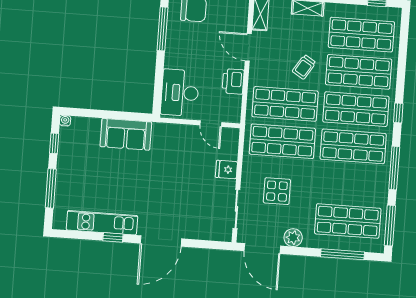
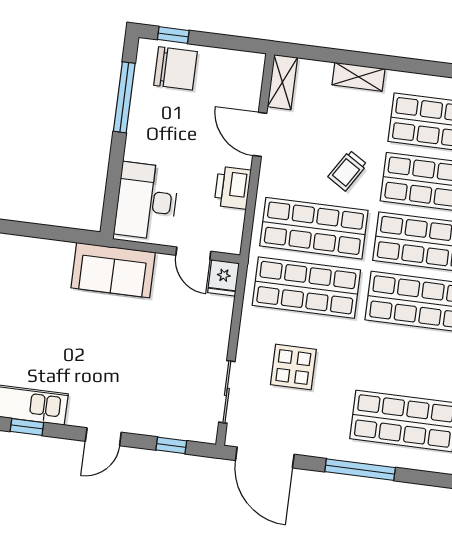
sofa: (126, 134) -> (113, 270), moved
fridge: (226, 170) -> (223, 278), moved, turned -90
plant: (293, 238) -> (315, 443), removed
door: (161, 241) -> (103, 437), width x0.53
window: (204, 244) -> (171, 445), added
window: (343, 254) -> (360, 470), moved

